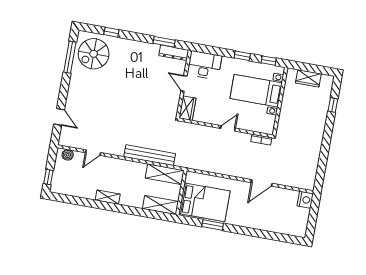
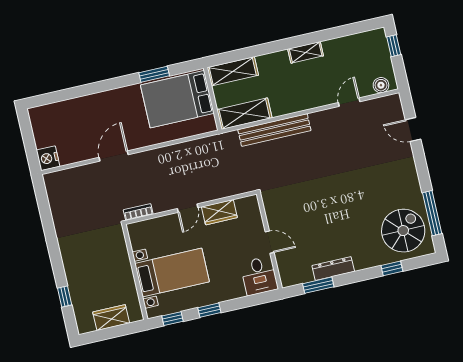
dresser: (174, 53) -> (333, 269), moved
desk: (204, 65) -> (259, 276), width x0.73
wardrobe: (187, 108) -> (219, 212), moved, turned -90

